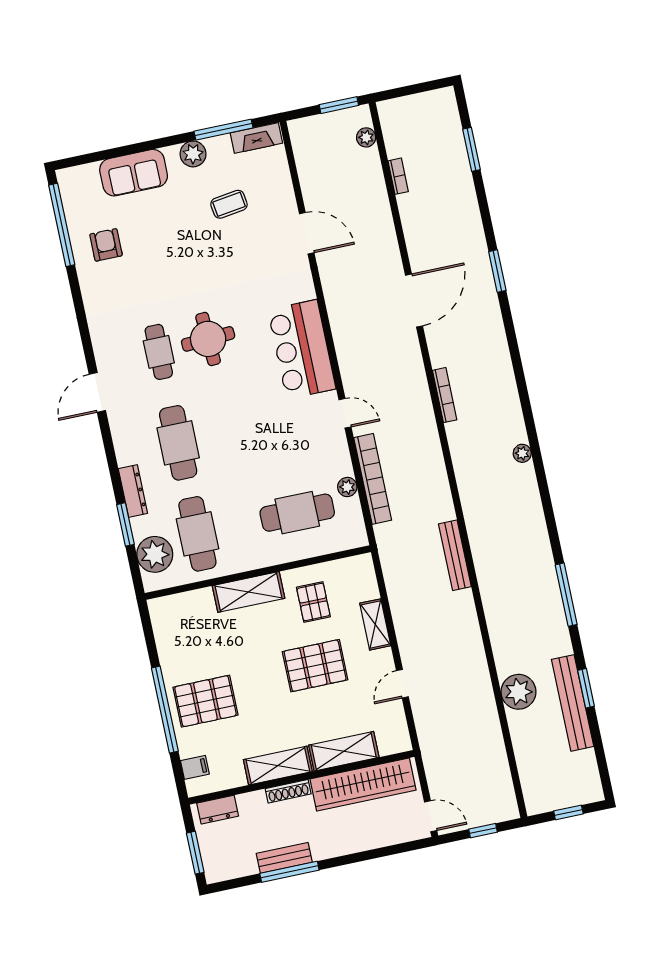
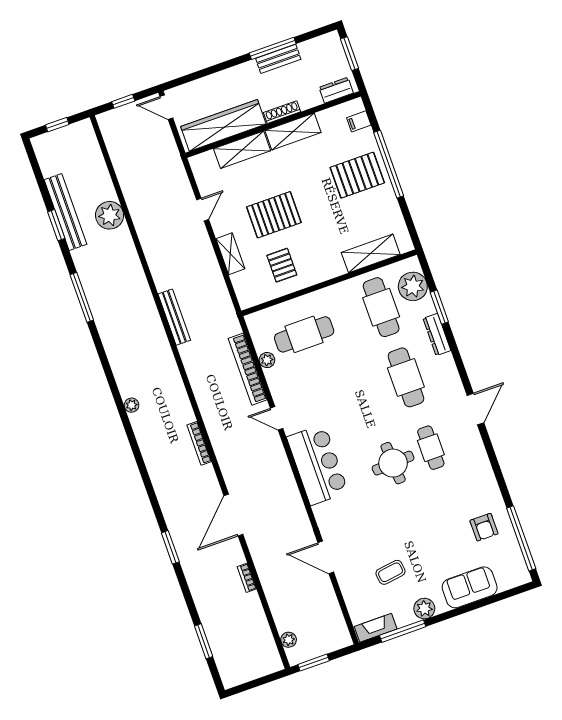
bookcase: (398, 176) -> (247, 578), moved
shelving: (248, 592) -> (371, 253), moved

